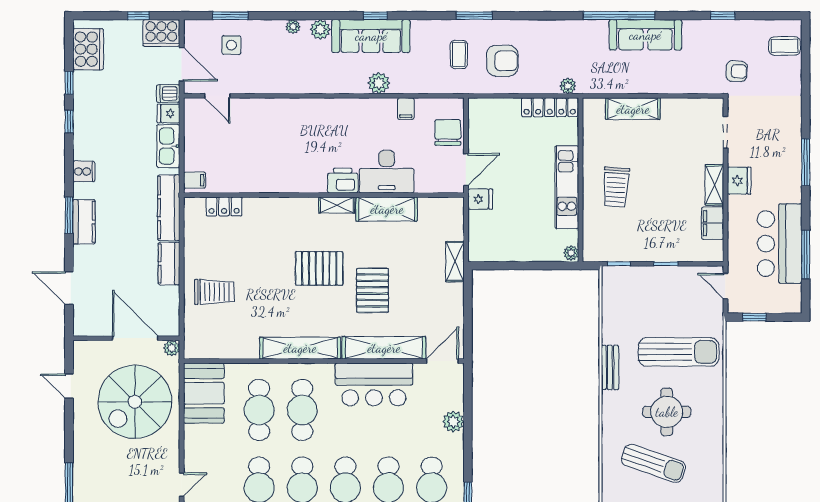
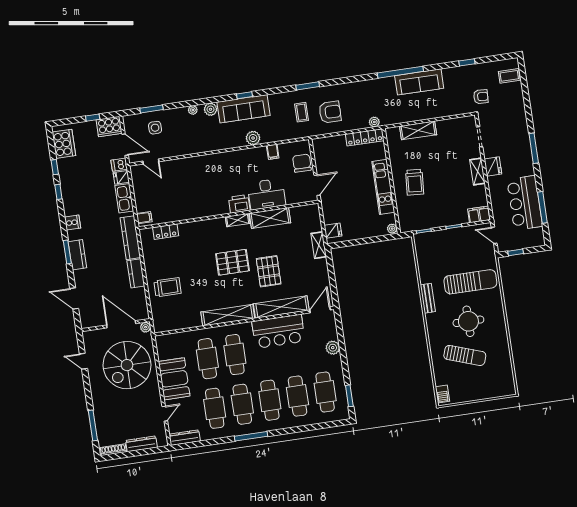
fridge: (480, 199) -> (333, 231), moved
filing cabinet: (713, 223) -> (479, 214), moved, turned 90
booth: (204, 393) -> (174, 379), moved

